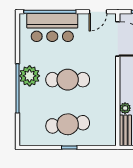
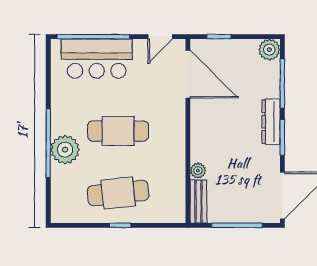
plant: (30, 76) -> (65, 150), moved

